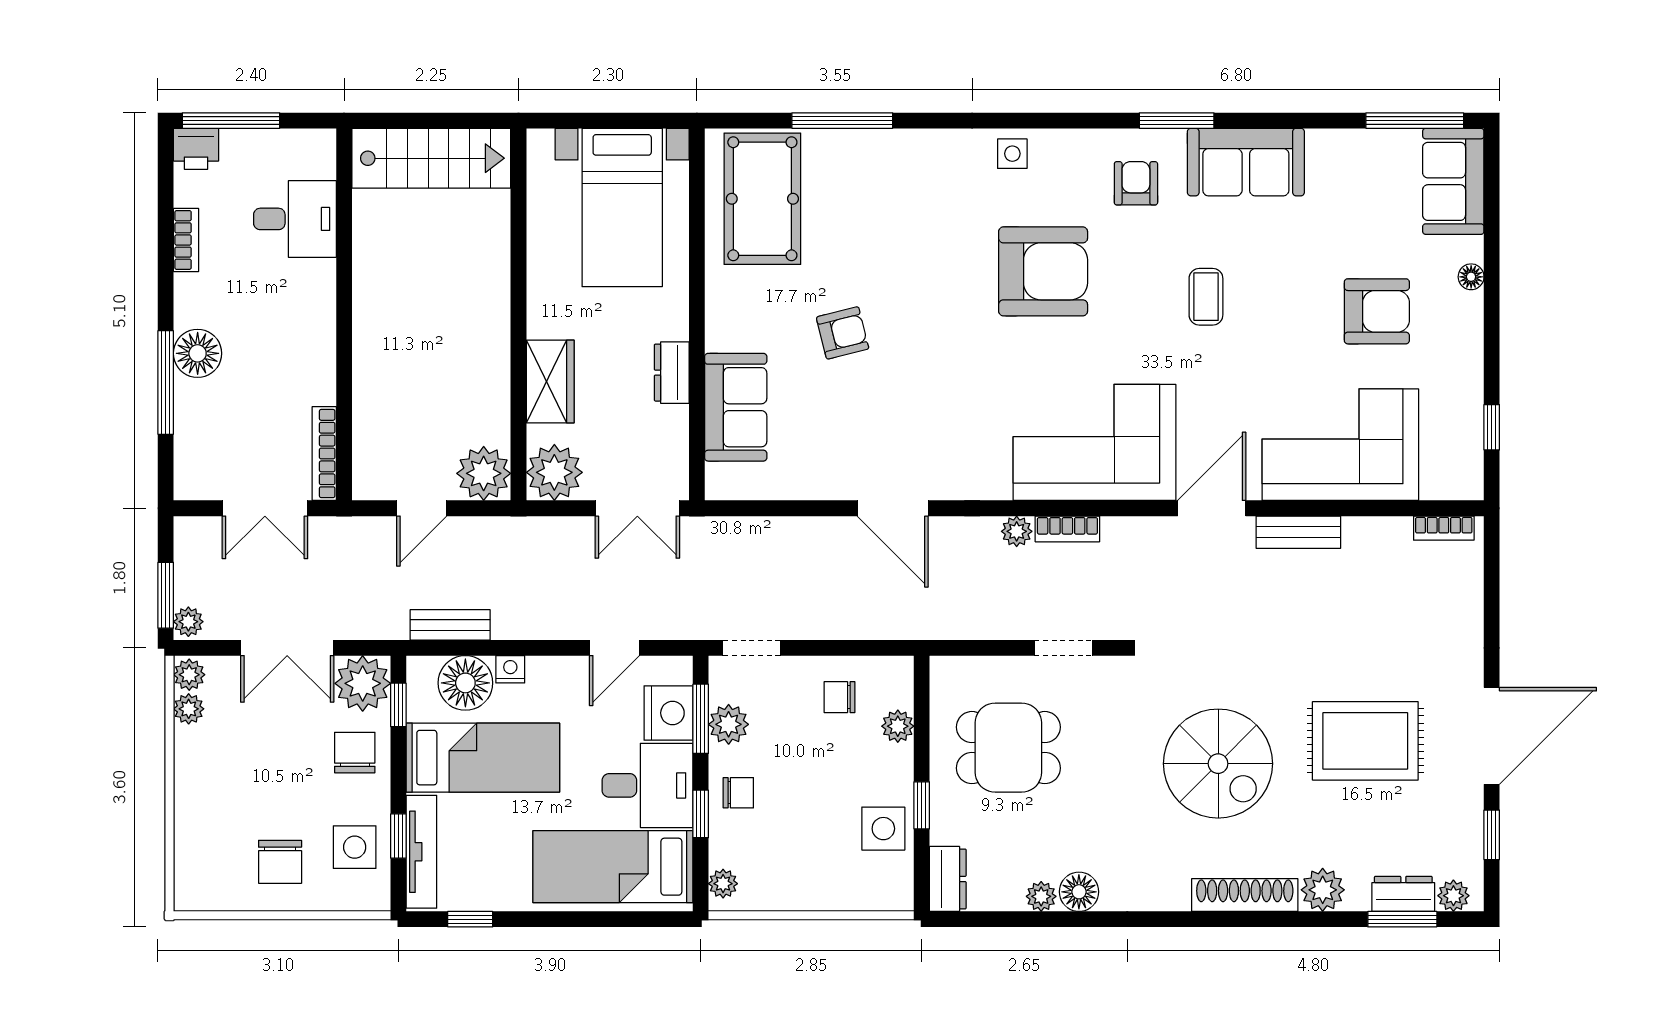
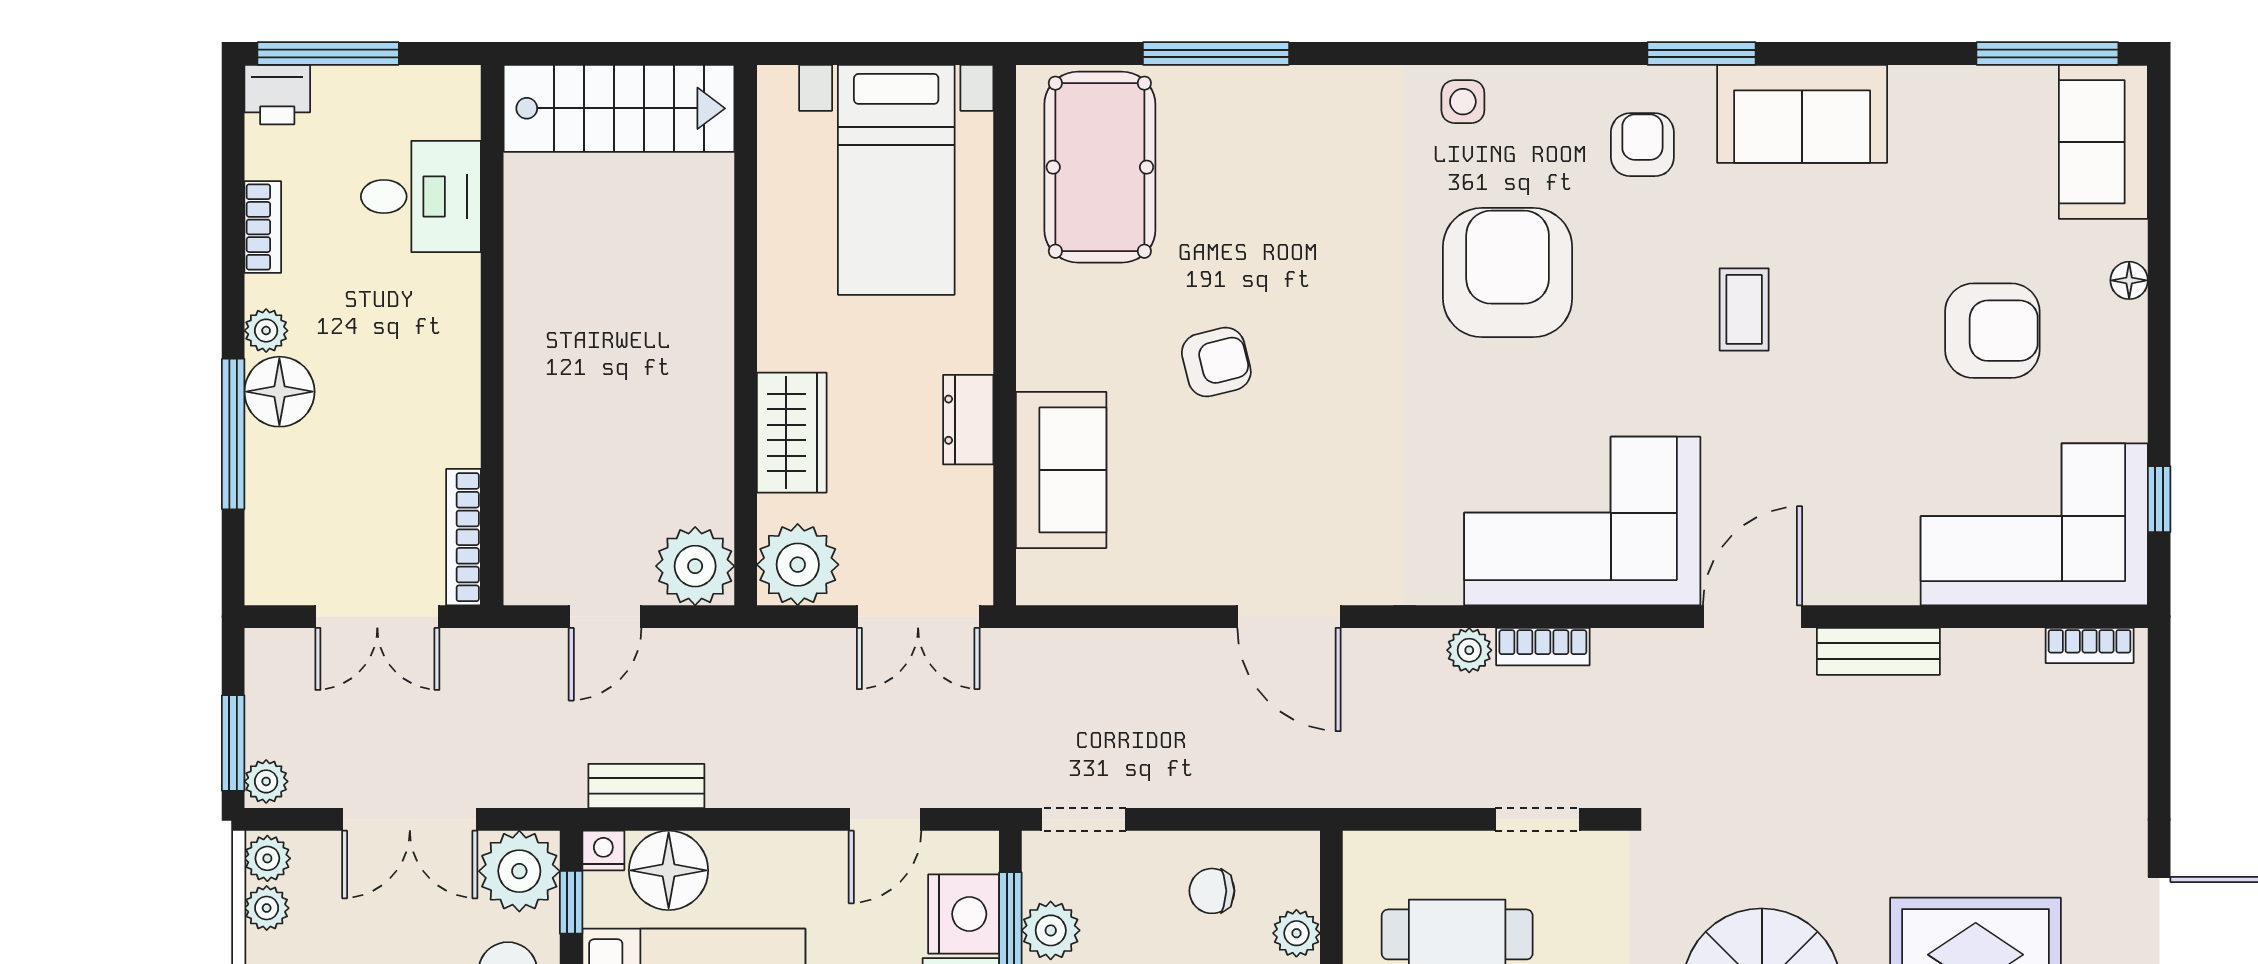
armchair: (1043, 271) -> (1508, 273), turned -90
plant: (188, 311) -> (266, 331), added
corner sofa: (1340, 445) -> (2034, 524), moved
nightstand: (510, 669) -> (603, 850), moved

